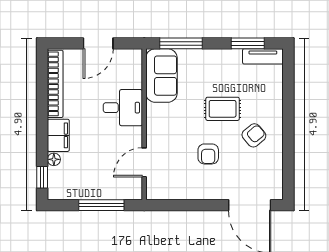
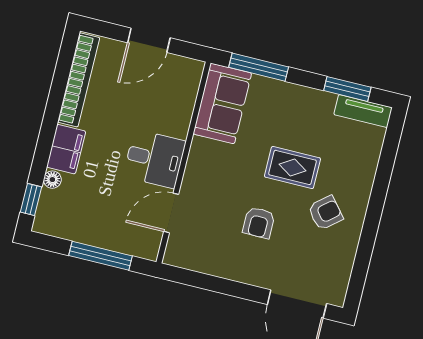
desk: (123, 108) -> (154, 159), moved

